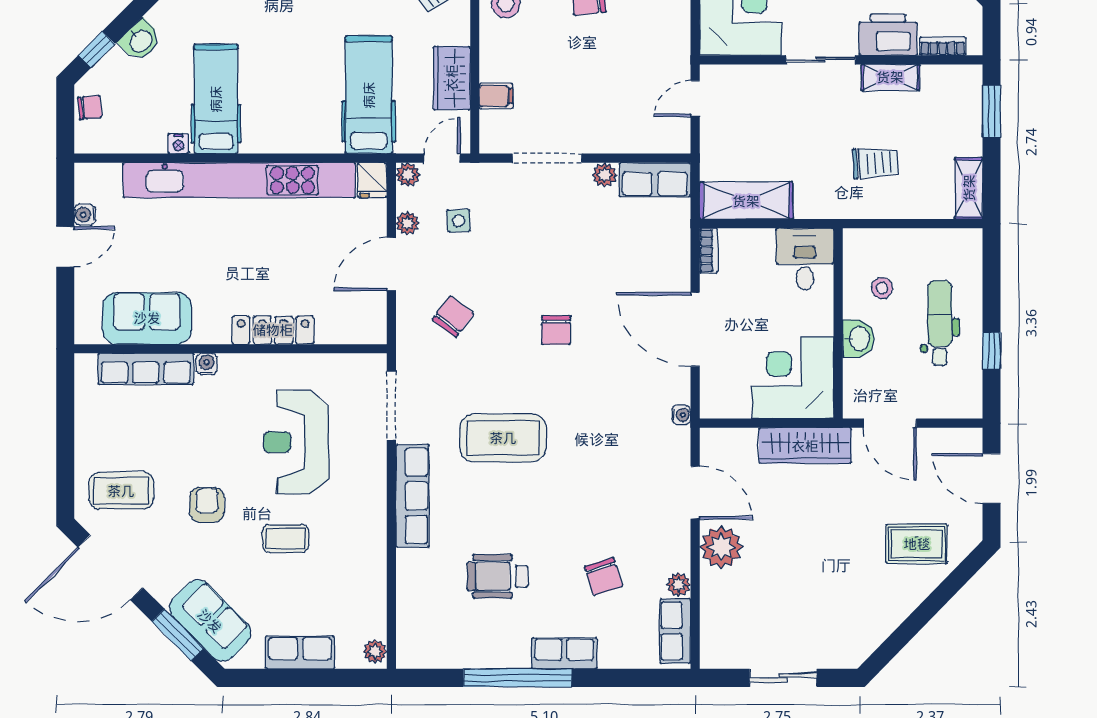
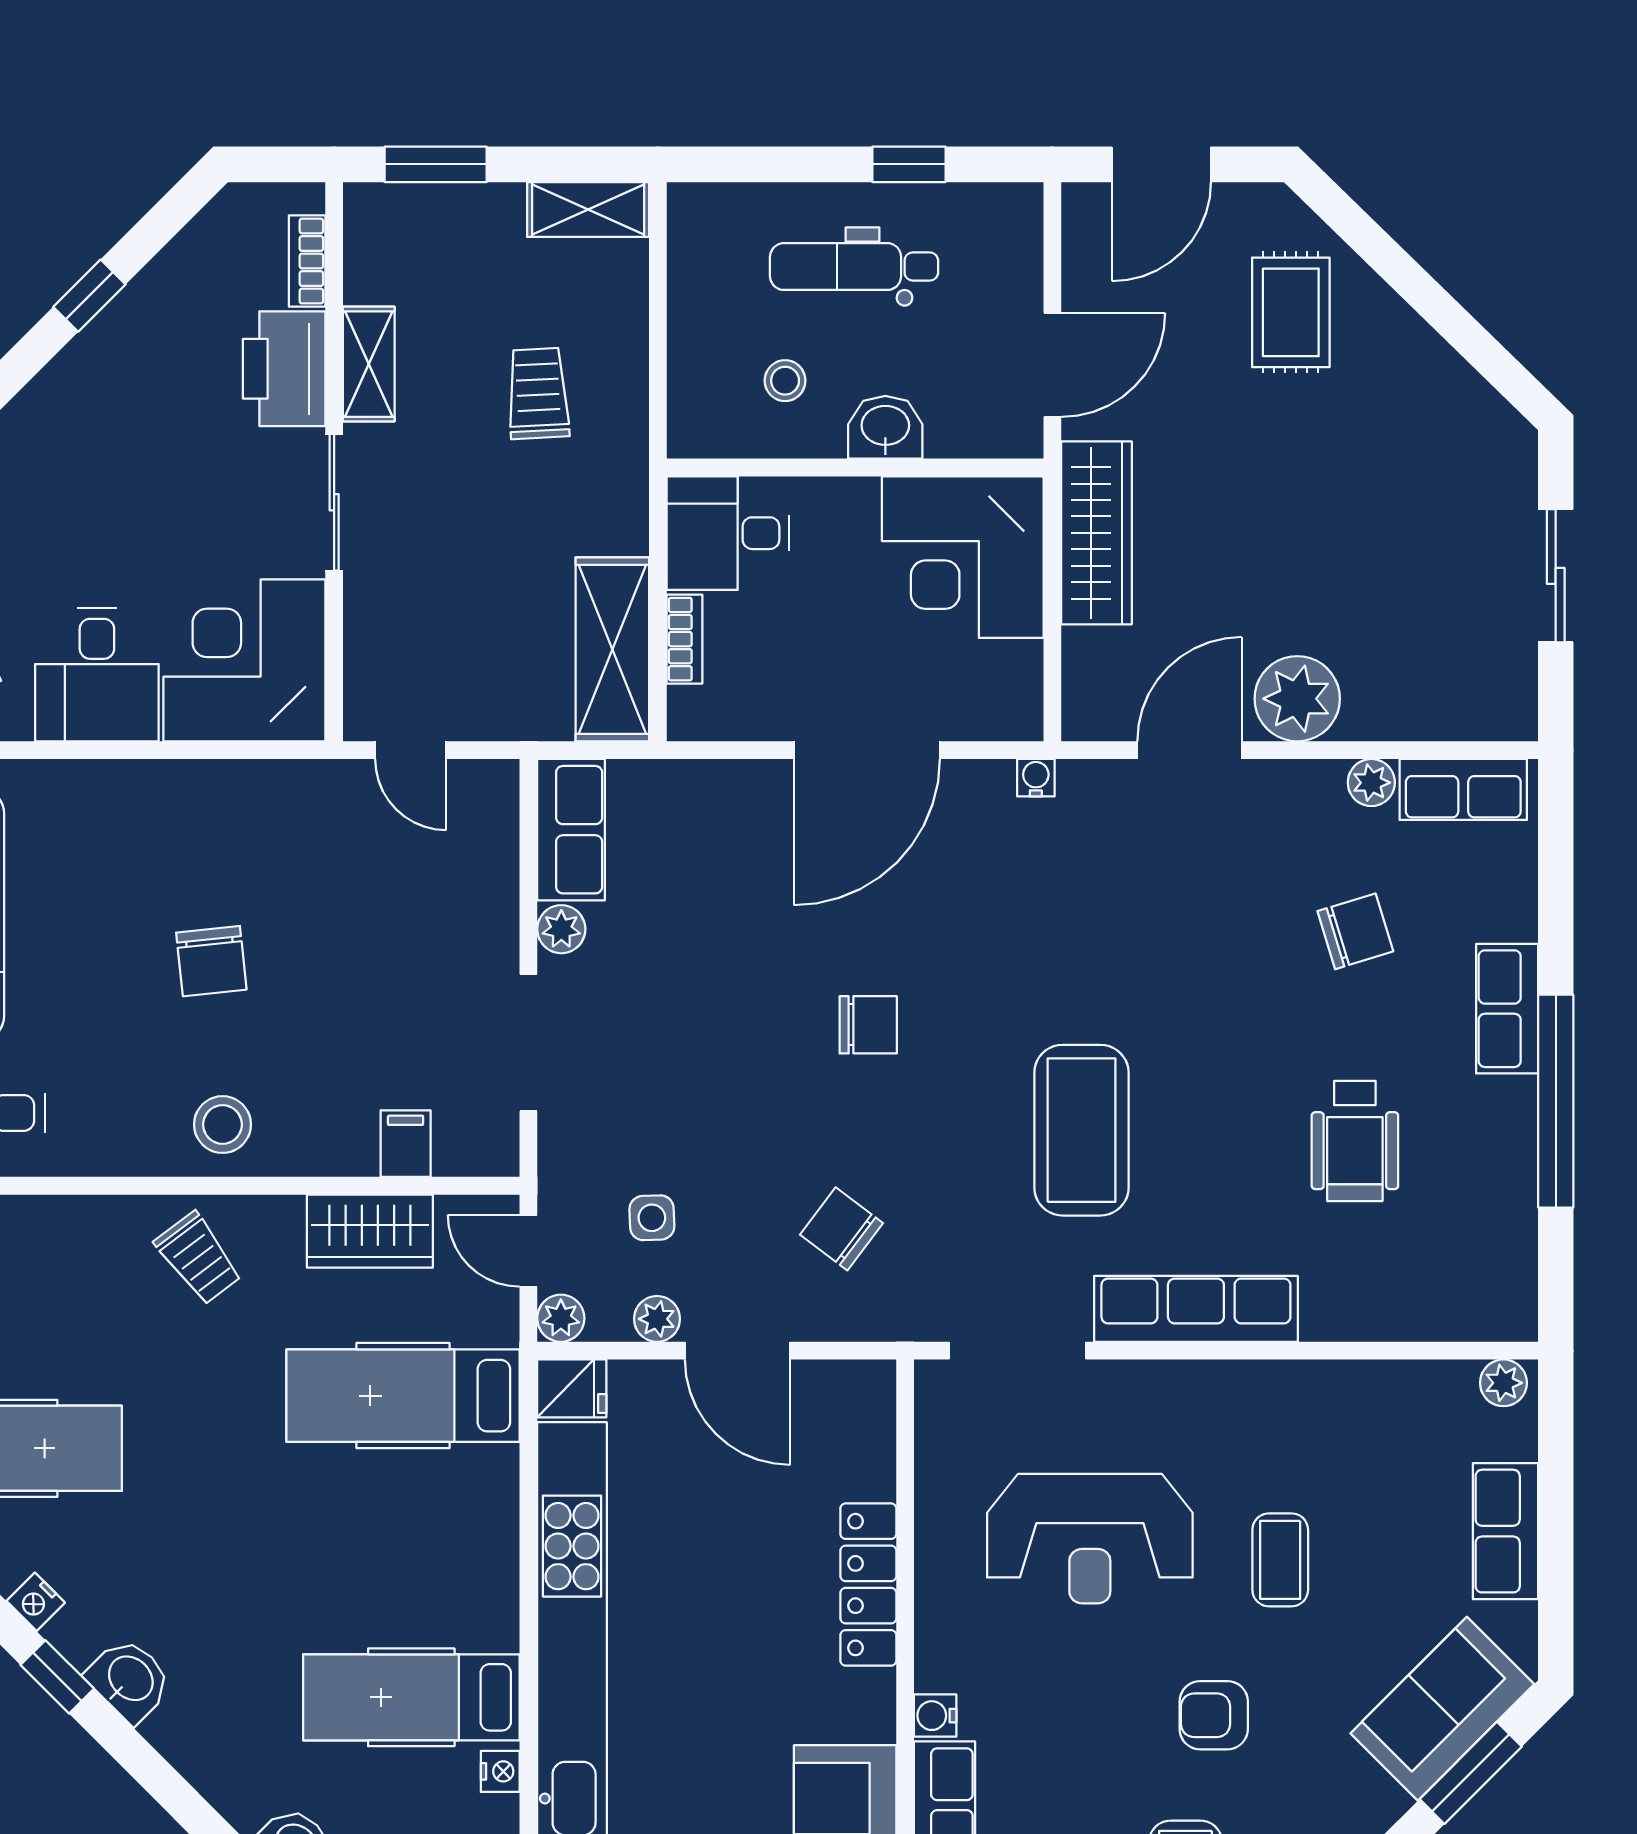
bookcase: (709, 251) -> (685, 639), moved, turned 90

